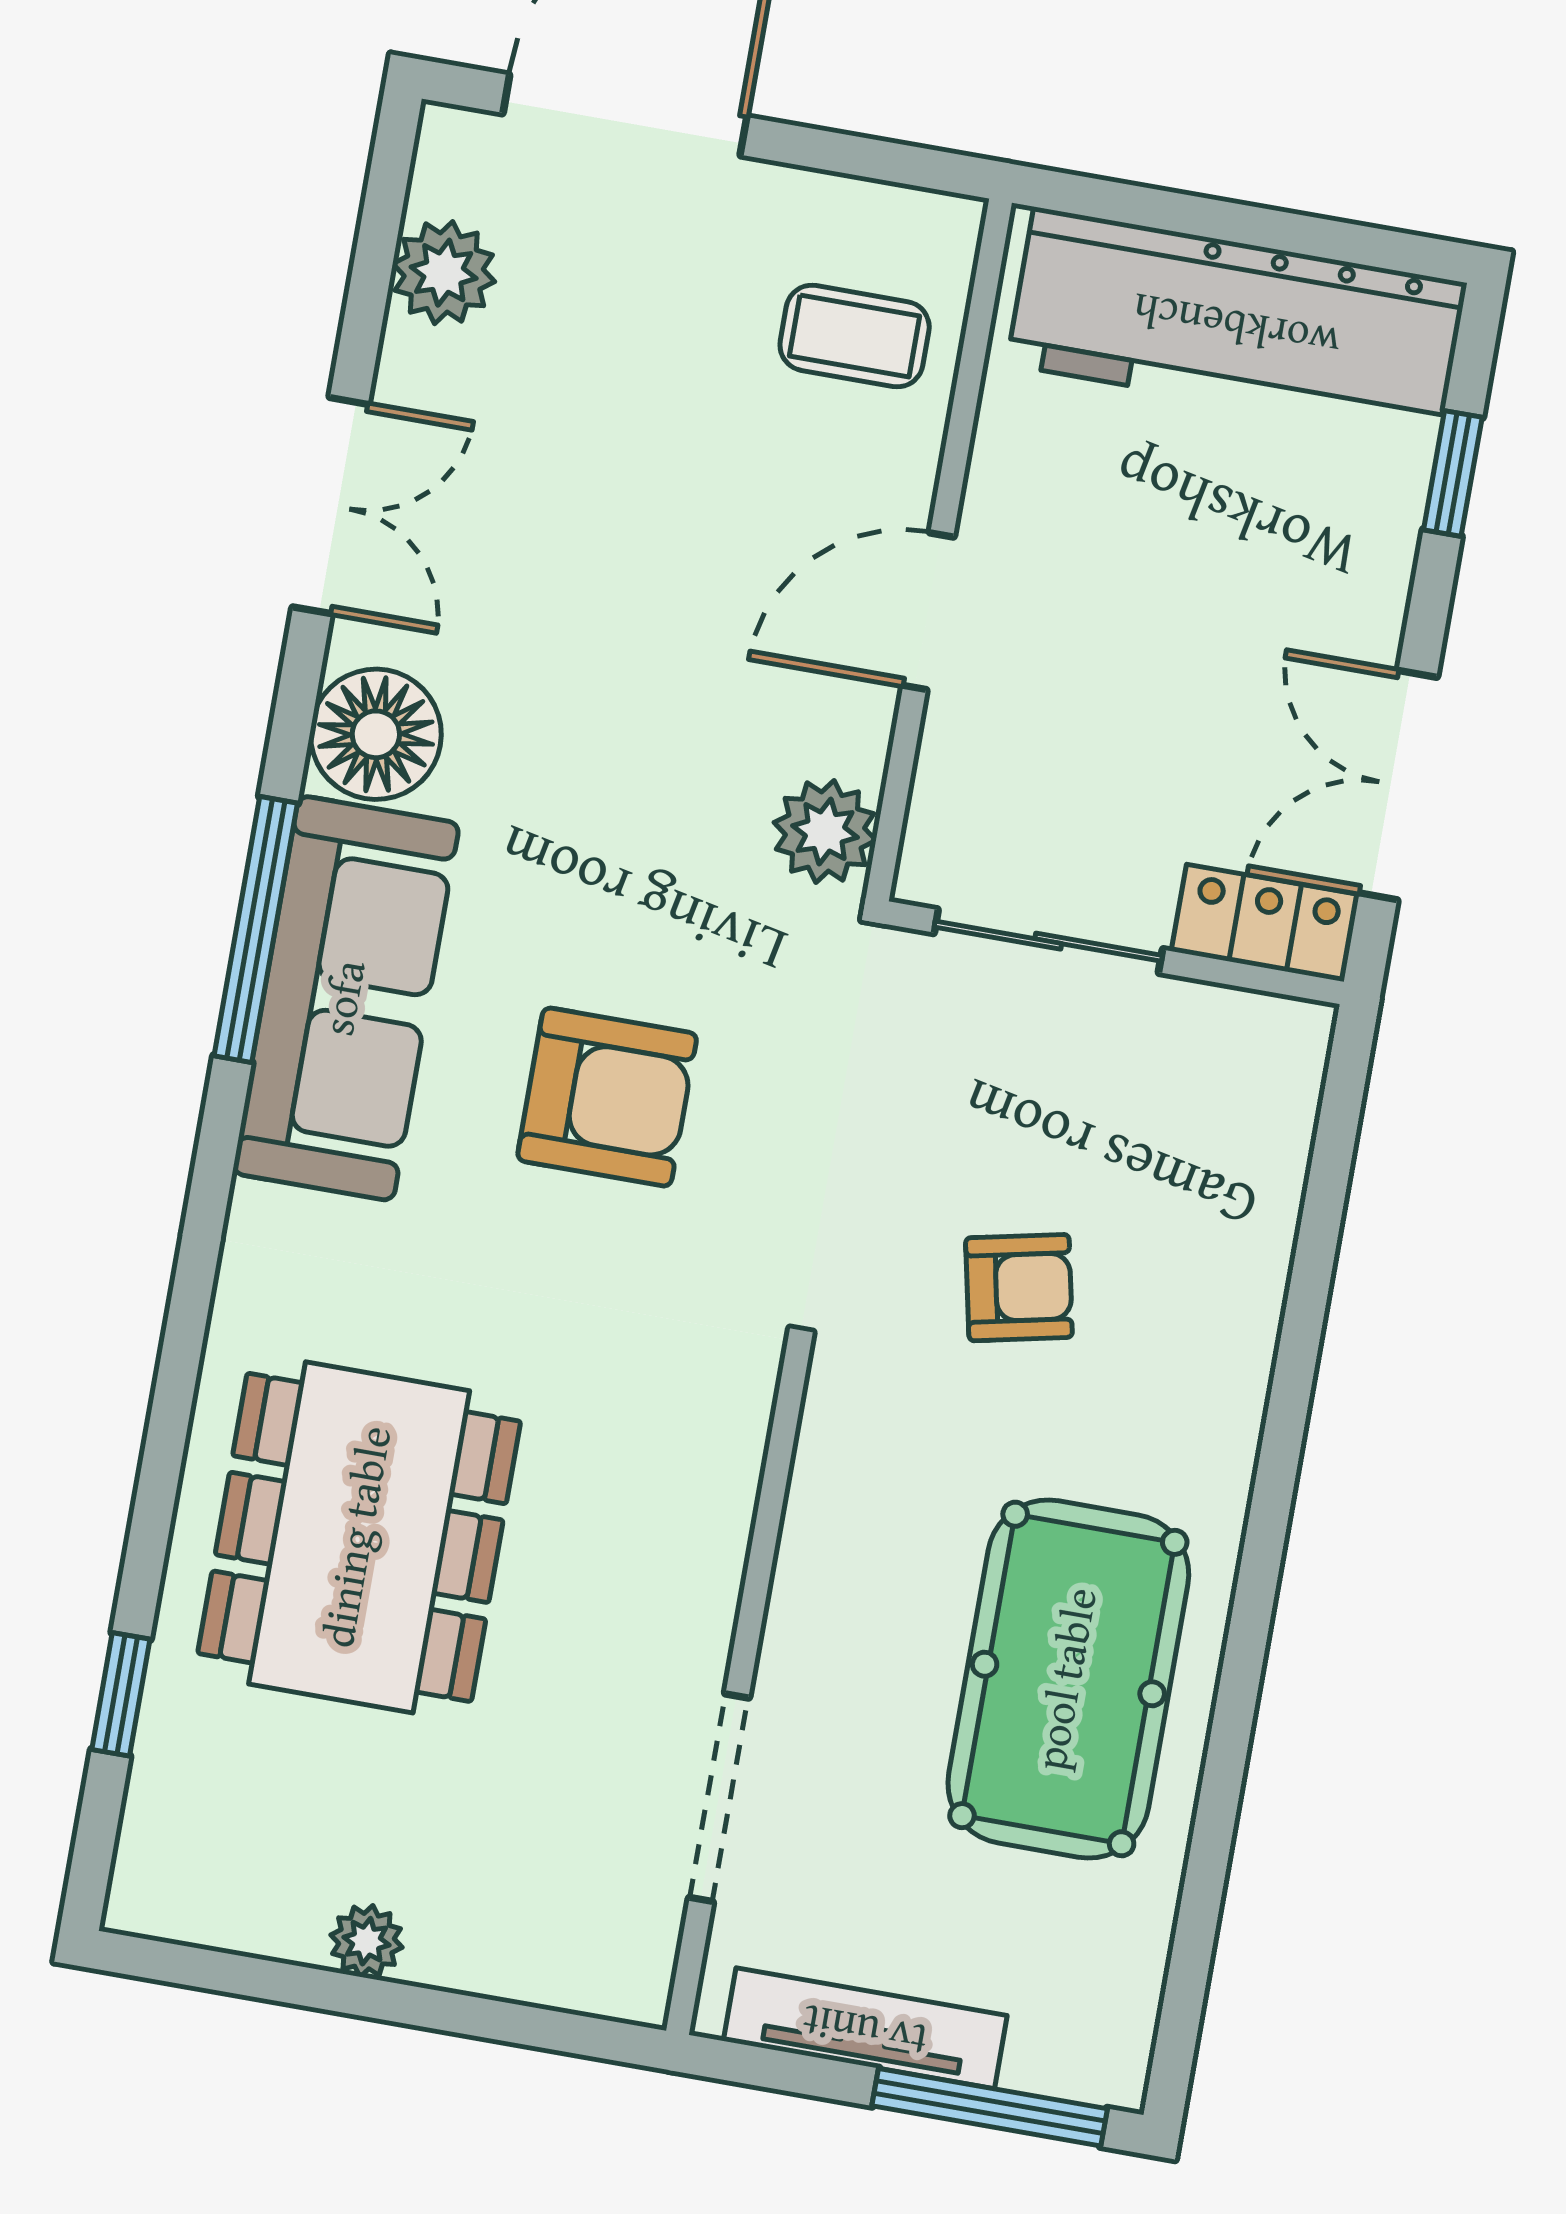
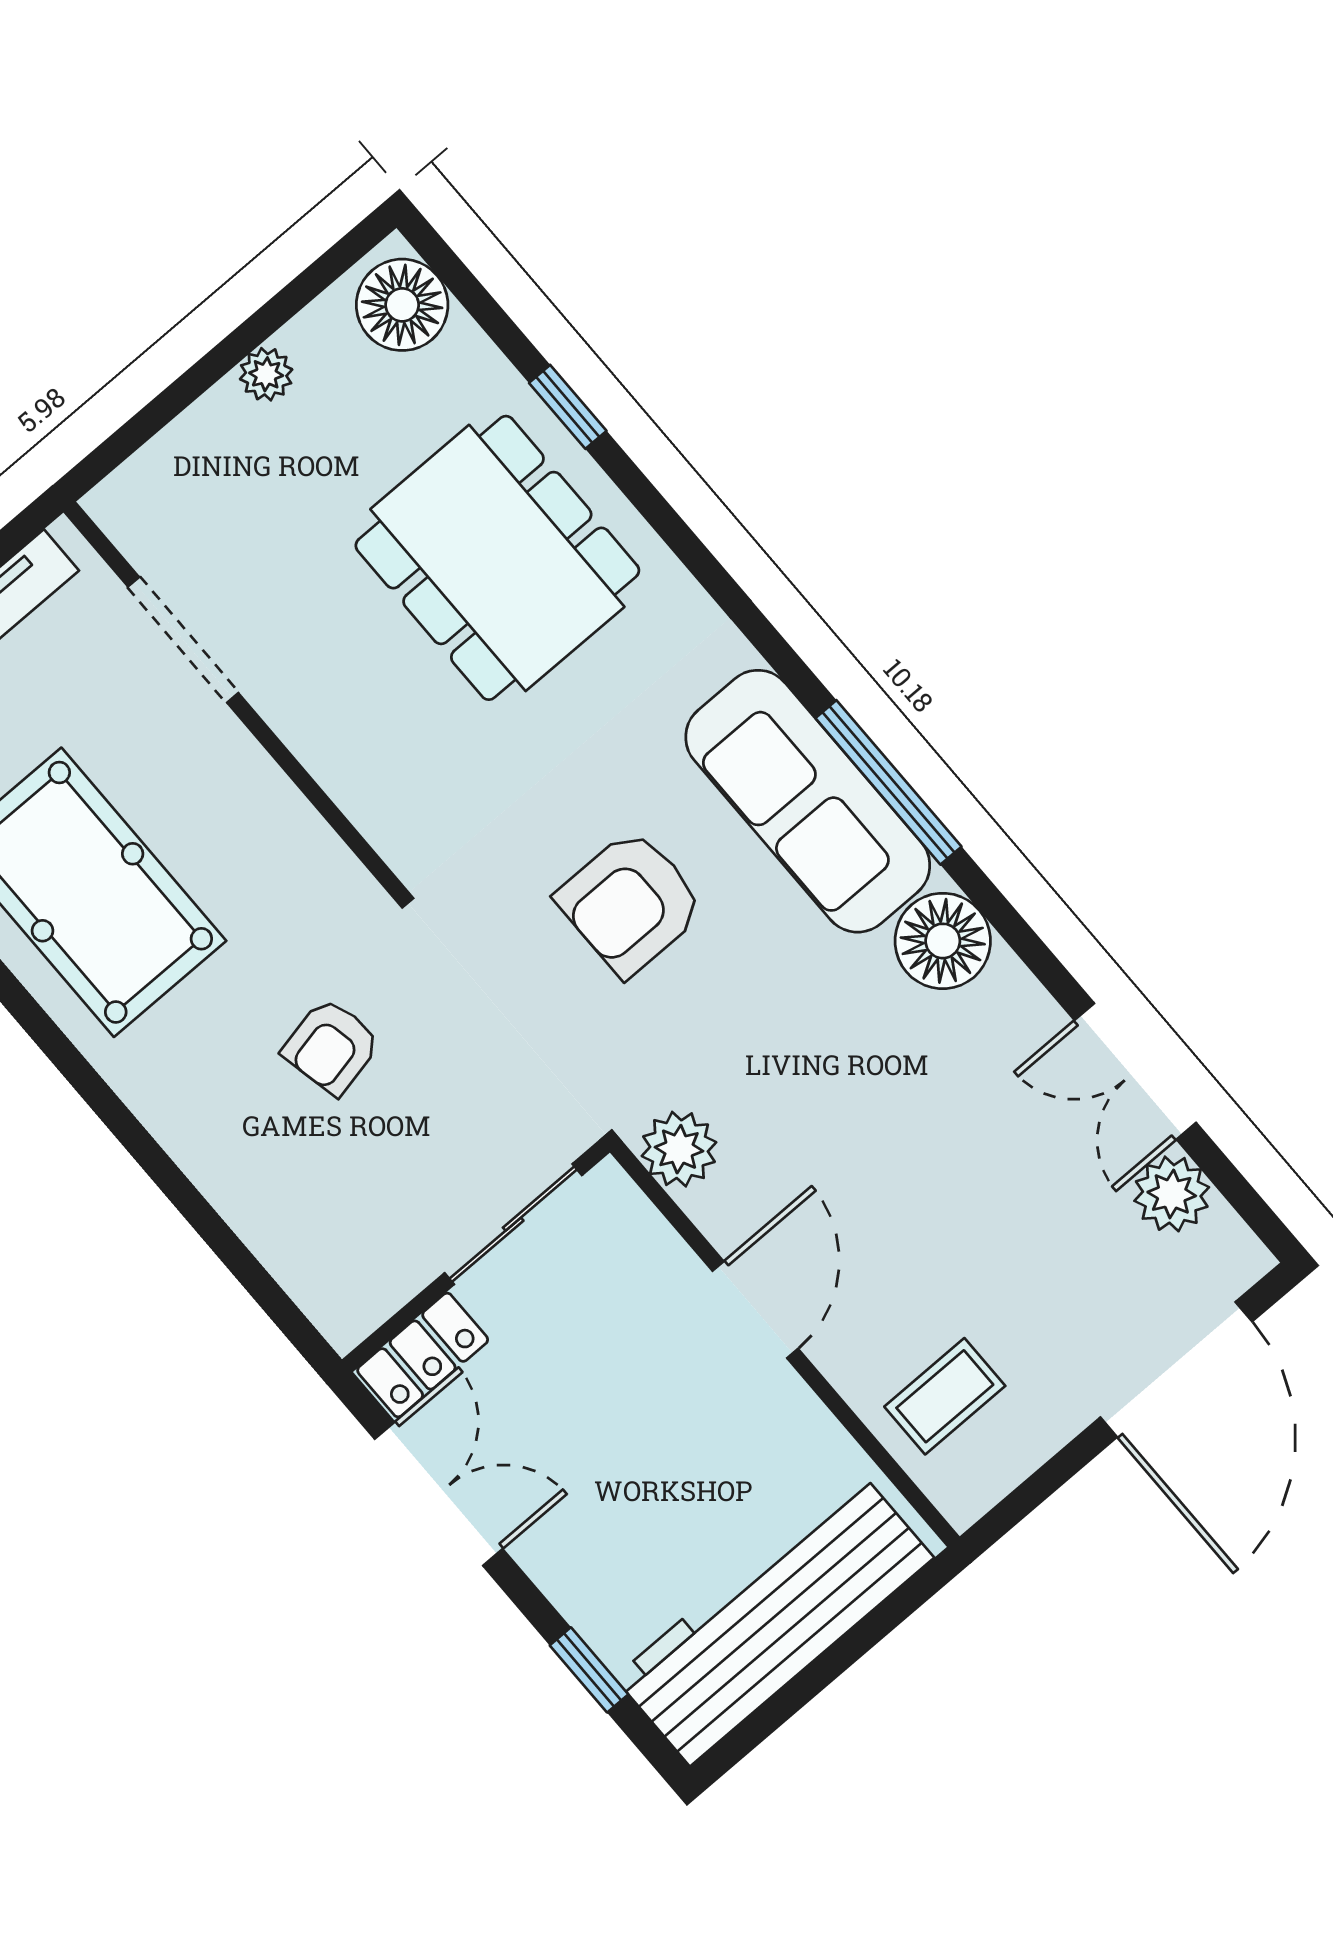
double door: (331, 506) -> (1135, 1071), moved
window: (121, 1694) -> (568, 407), moved
floor lamp: (175, 1858) -> (402, 305), added

